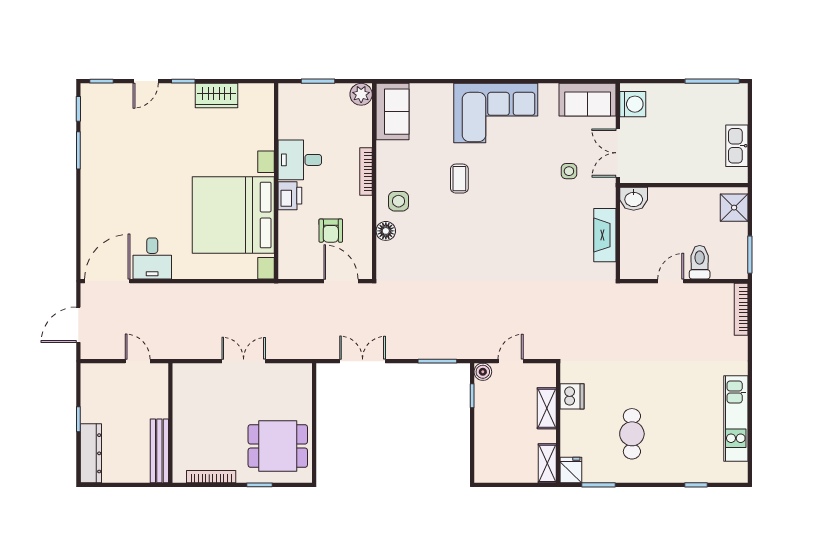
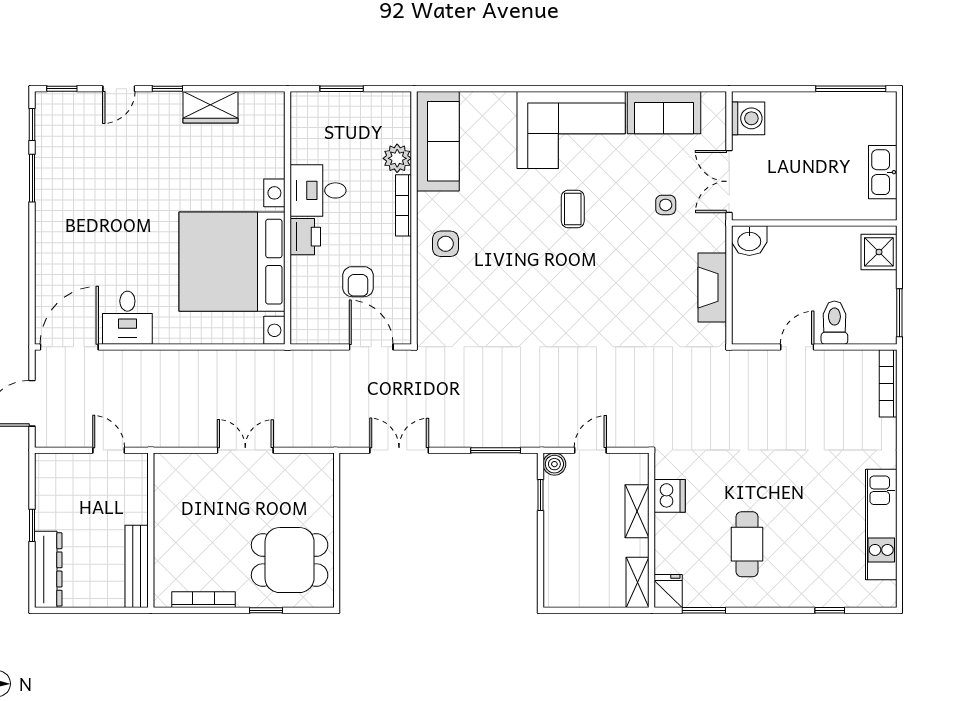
plant: (361, 94) -> (397, 158), moved
sofa: (588, 100) -> (664, 113), moved
sofa: (393, 112) -> (438, 141), width x1.36
coffee table: (459, 179) -> (573, 209), moved
floor lamp: (386, 231) -> (429, 282), removed

